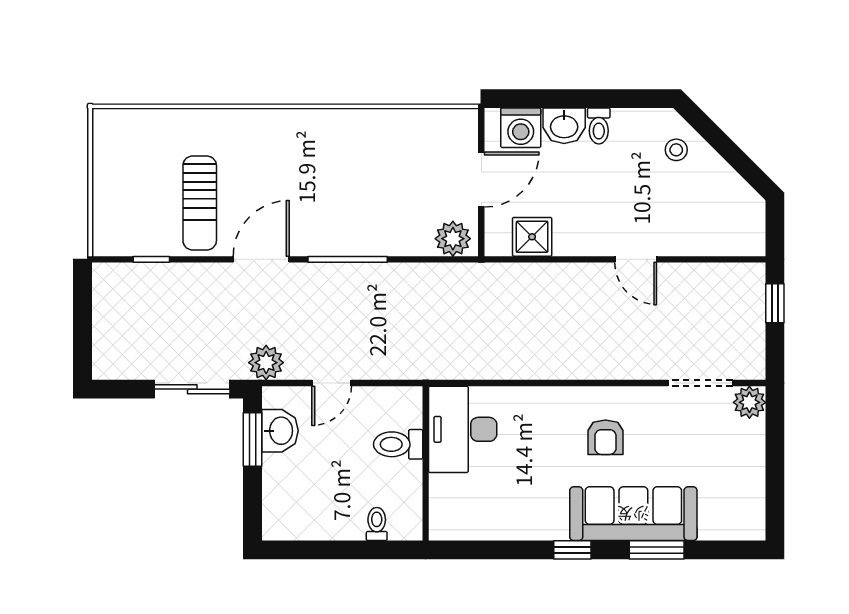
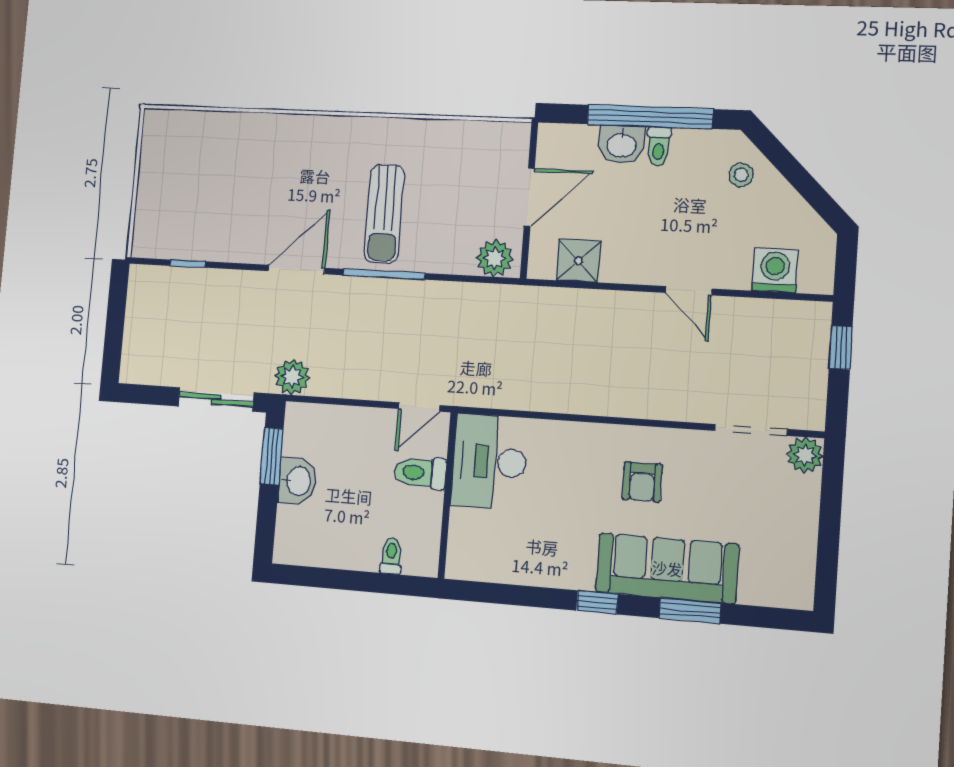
window: (589, 99) -> (650, 117), added
washing machine: (521, 128) -> (775, 270), moved, turned 180
sun lounger: (200, 203) -> (384, 214), moved
door: (332, 383) -> (419, 407), moved
washbasin: (280, 431) -> (298, 481), moved

